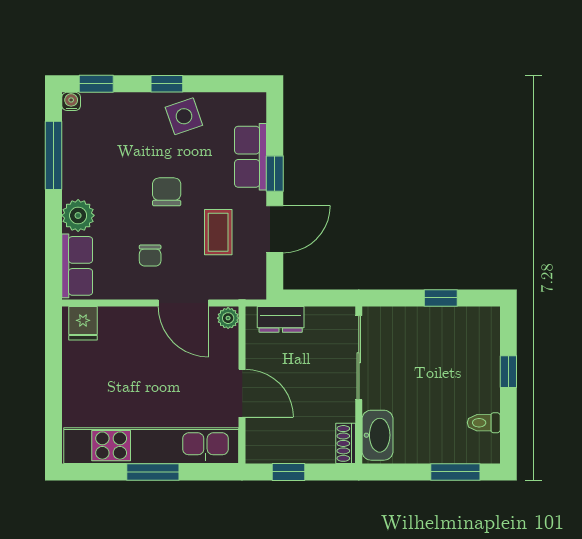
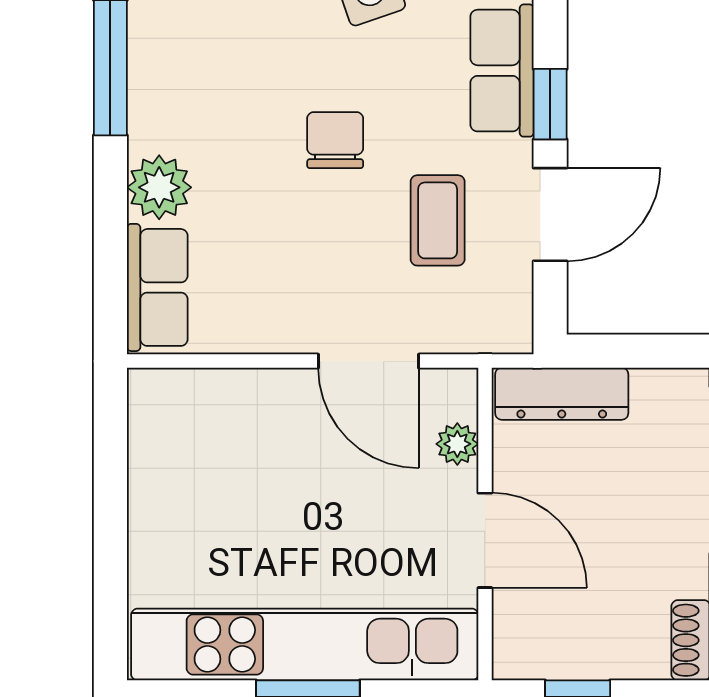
chair: (150, 256) -> (302, 267), removed
plant: (228, 318) -> (457, 444), moved
dresser: (281, 319) -> (562, 394), width x1.44
fridge: (83, 323) -> (169, 401), removed

